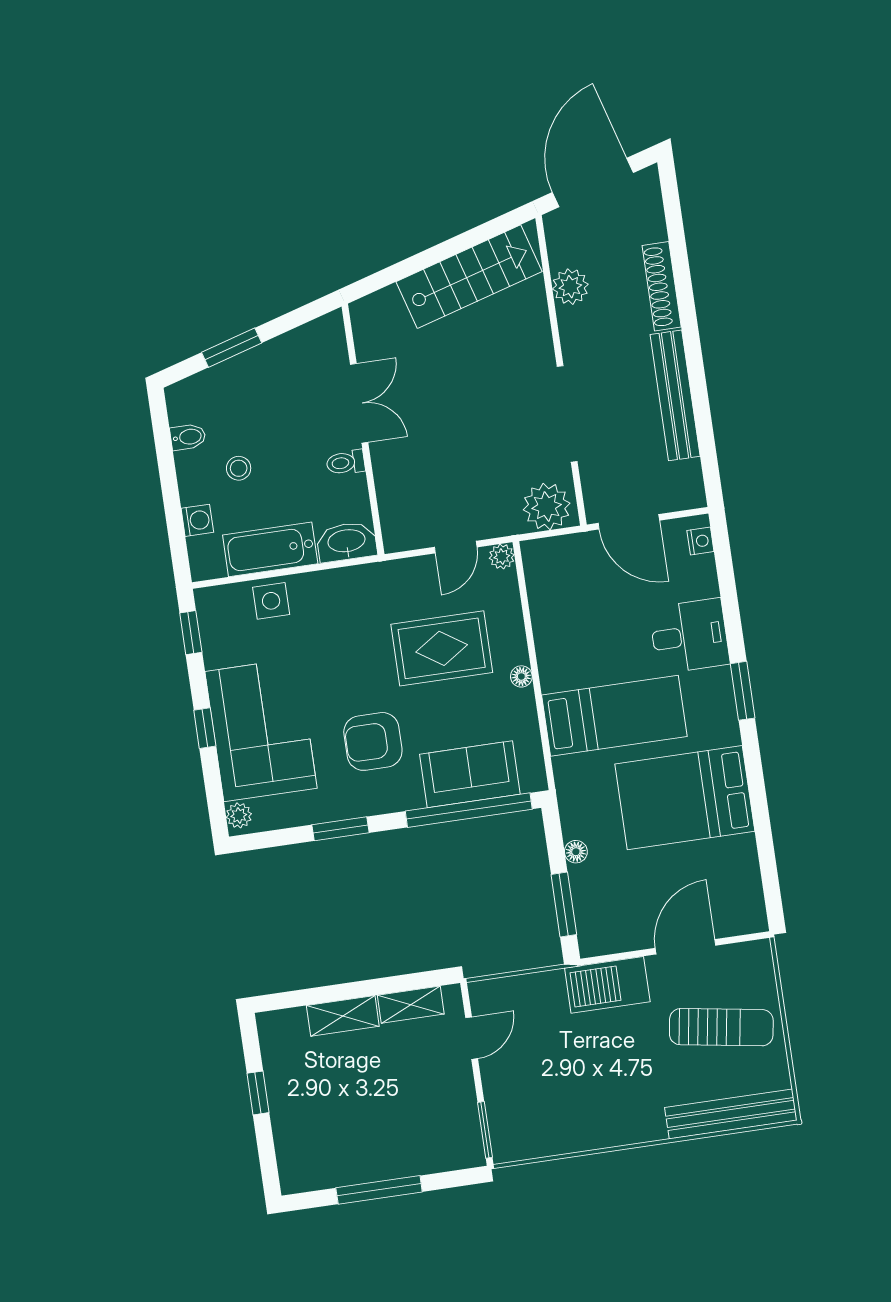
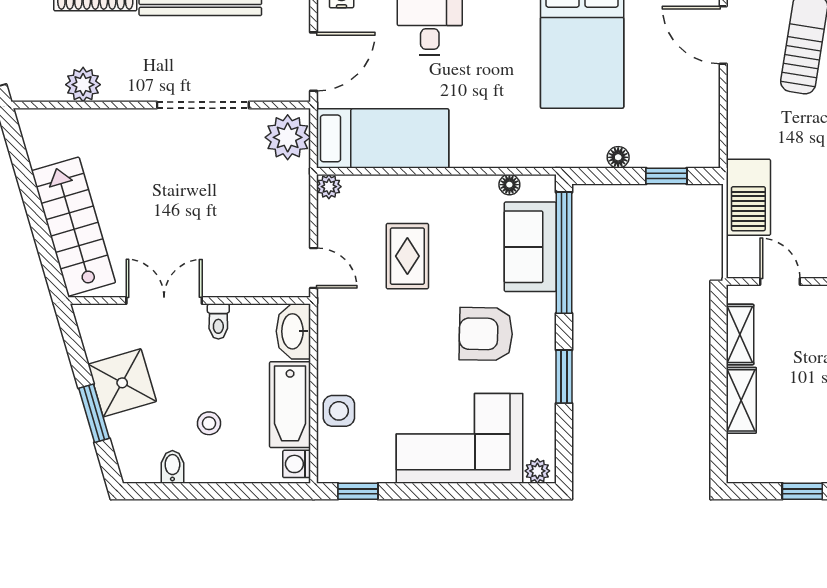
stairs: (469, 277) -> (73, 227), moved
shower: (267, 372) -> (122, 383), added
washing machine: (197, 520) -> (297, 464), moved, turned -90
door: (456, 547) -> (313, 268), moved
rug: (442, 648) -> (407, 256), width x0.73, depth x0.70
floor lamp: (521, 676) -> (509, 185), moved
bed: (614, 716) -> (383, 138), moved, turned 90
window: (205, 728) -> (450, 491), removed
armchair: (373, 741) -> (486, 334), turned 91
window: (564, 904) -> (666, 176), width x0.67
door: (685, 947) -> (723, 35), moved
barbecue: (607, 985) -> (748, 197), moved

